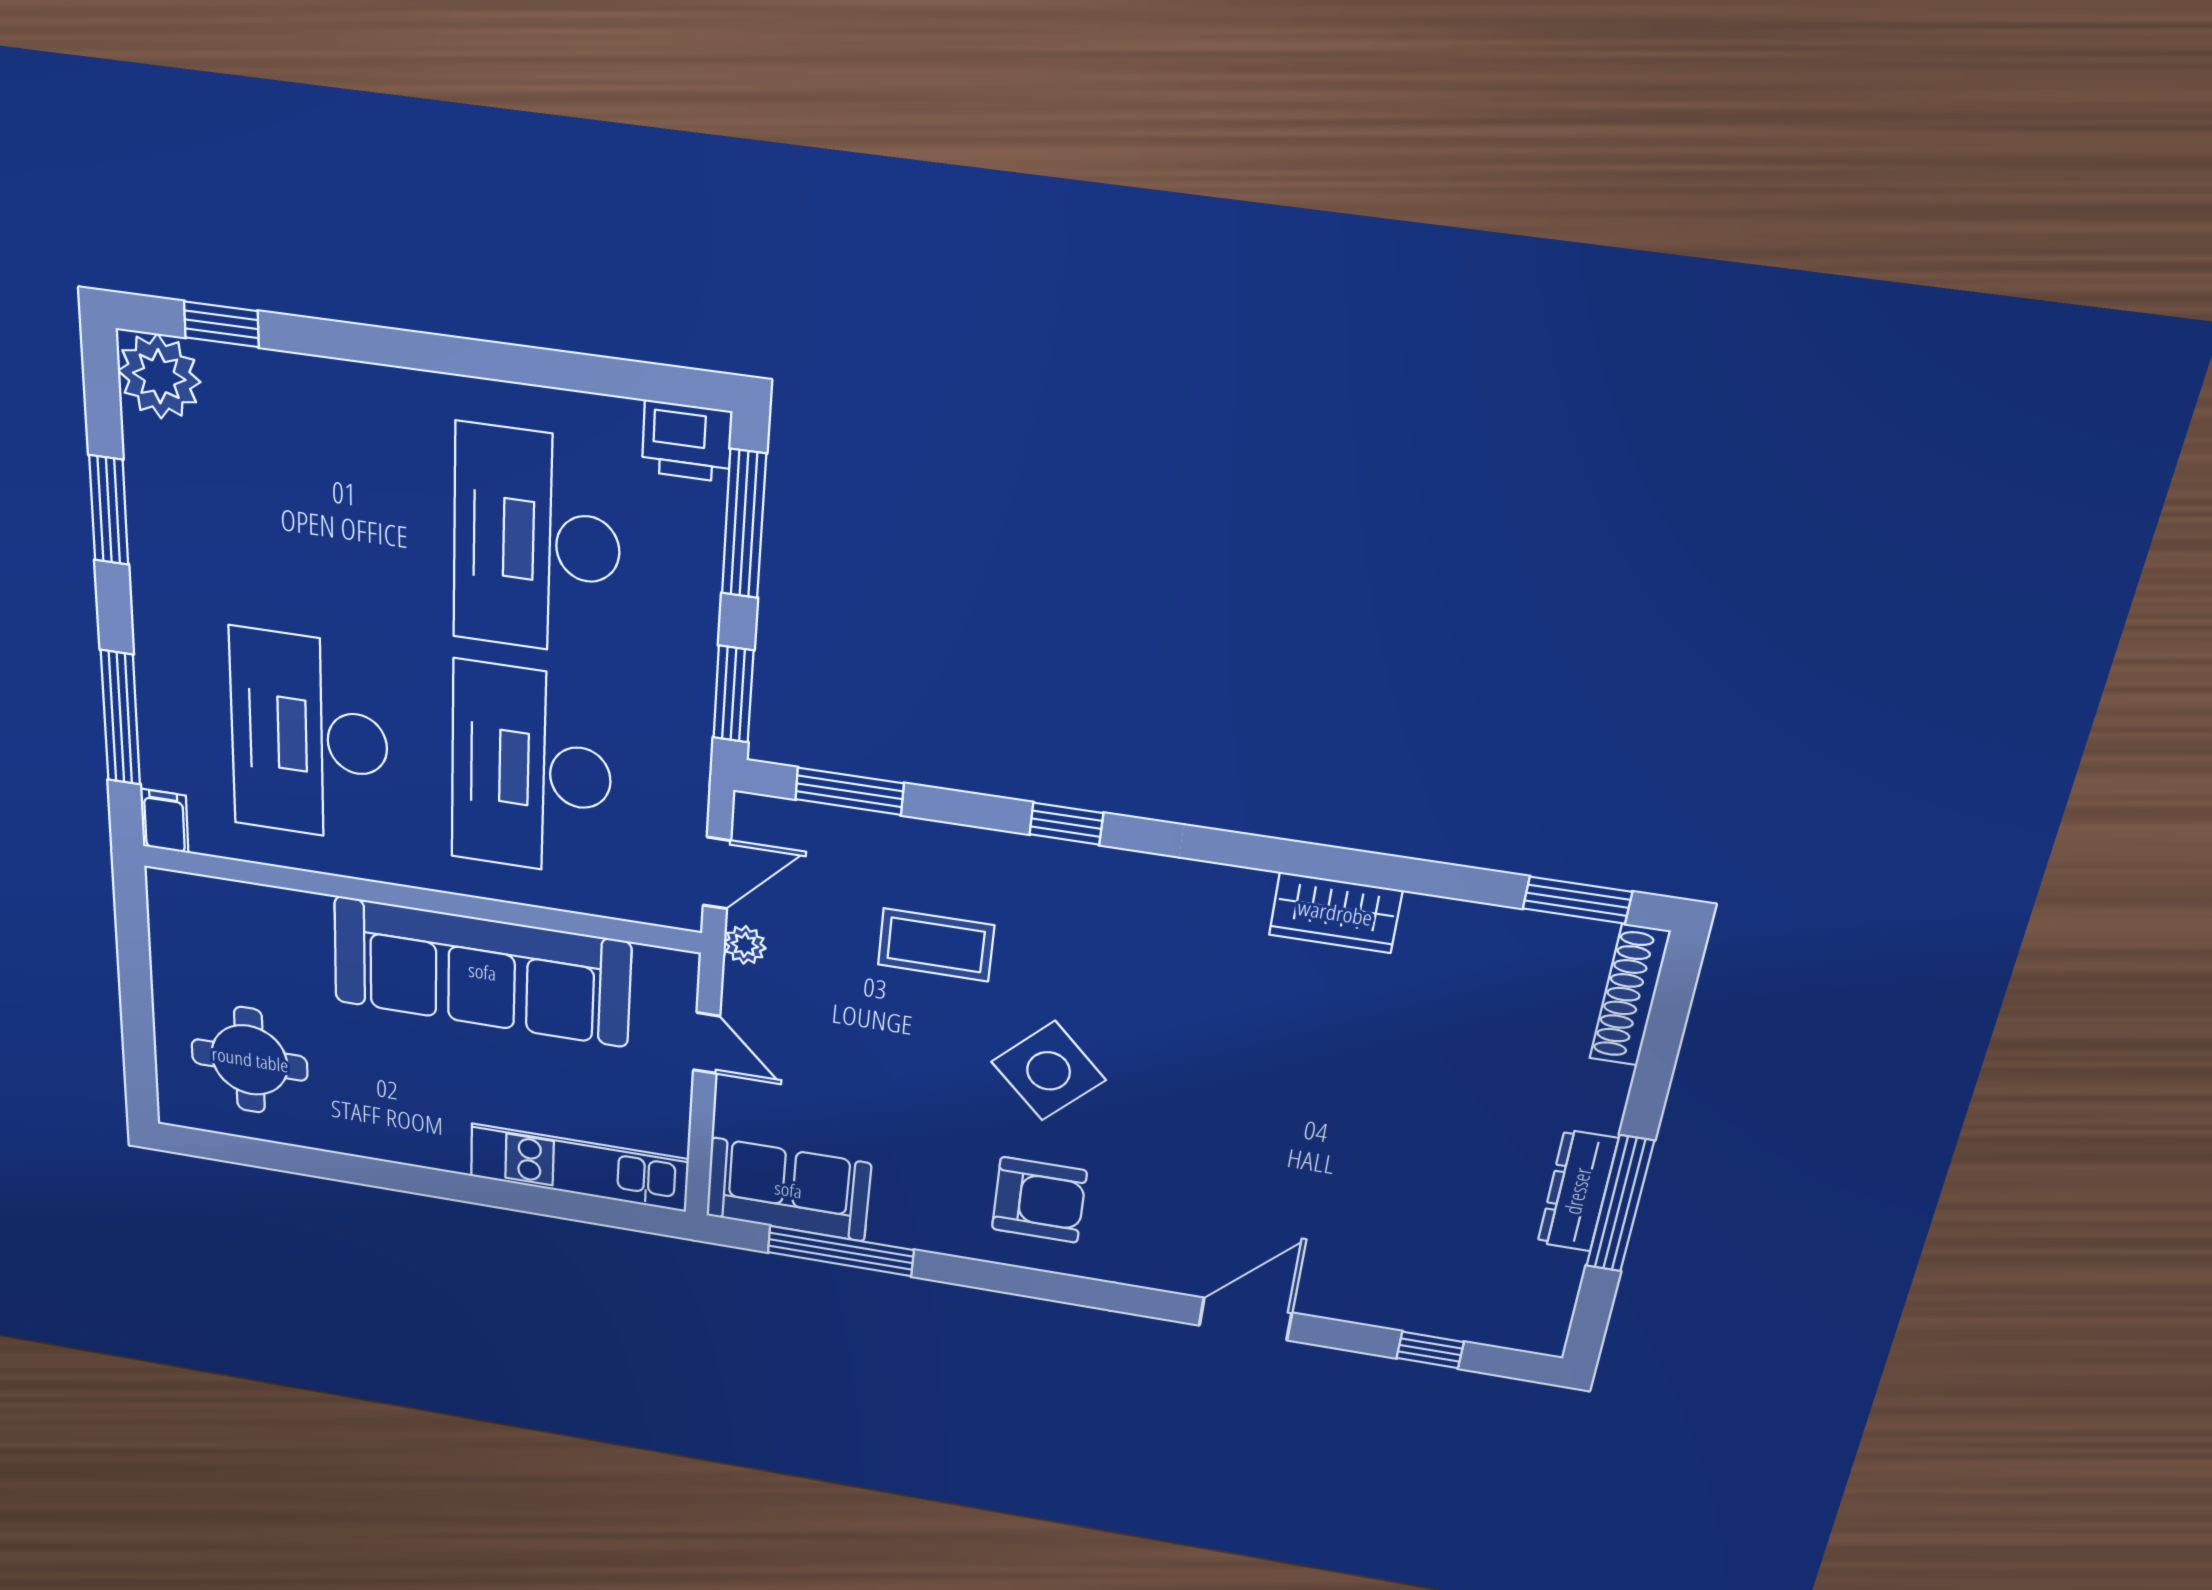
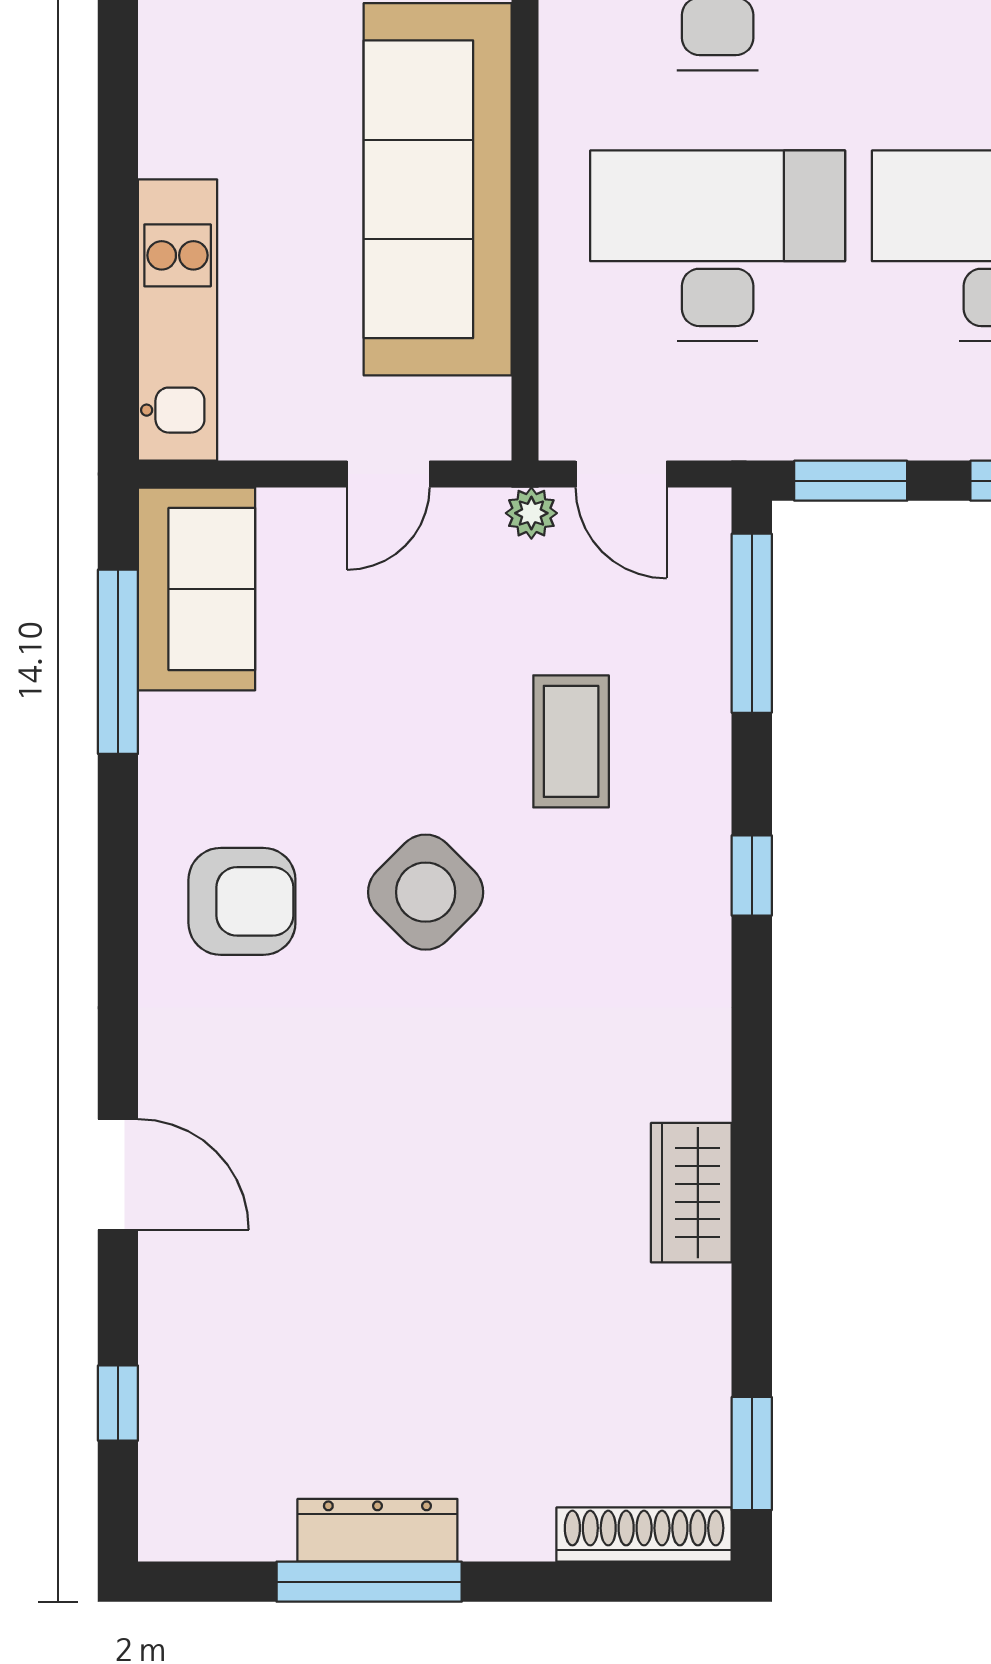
window: (850, 791) -> (752, 623), width x1.44
armchair: (1039, 1200) -> (242, 901), turned -90

